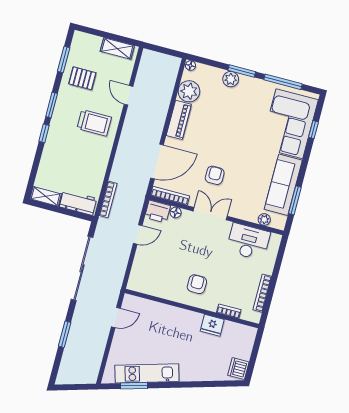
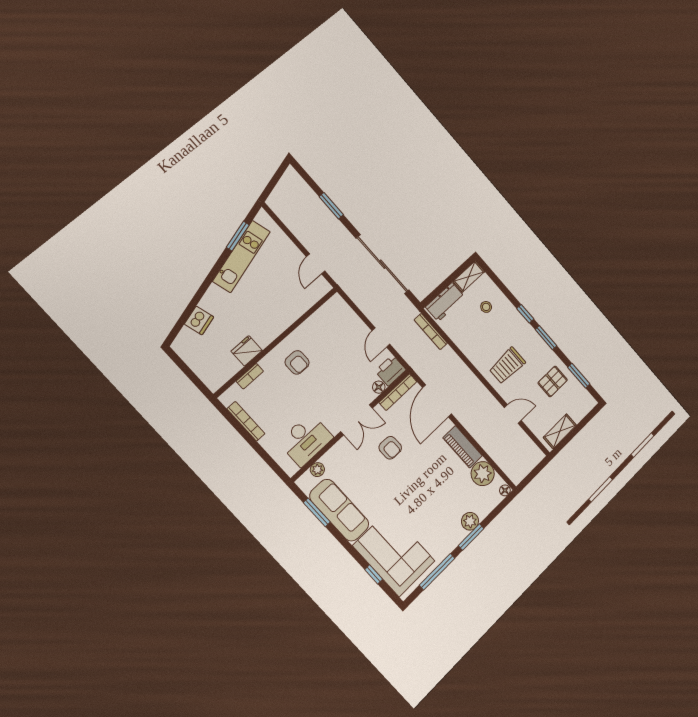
stool: (60, 168) -> (486, 307), added
dishwasher: (238, 369) -> (199, 320), moved, turned 74

